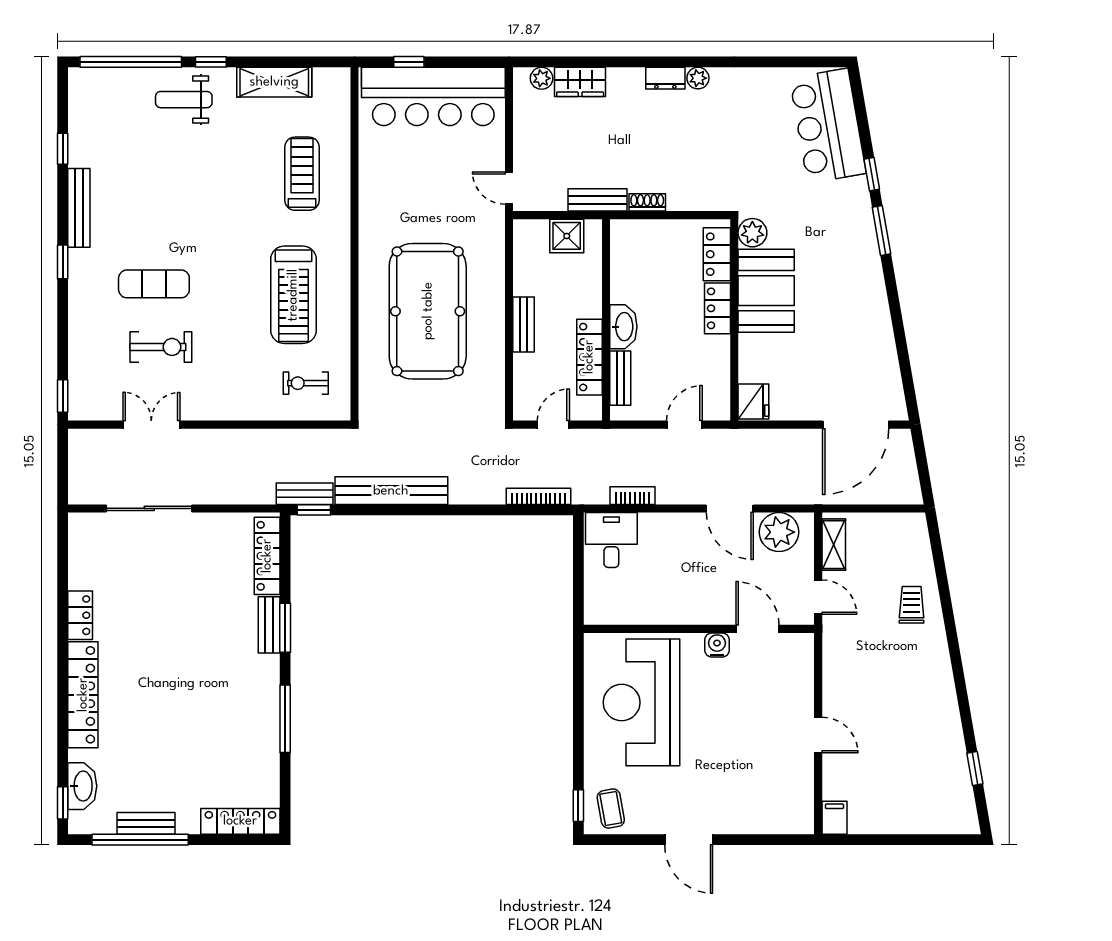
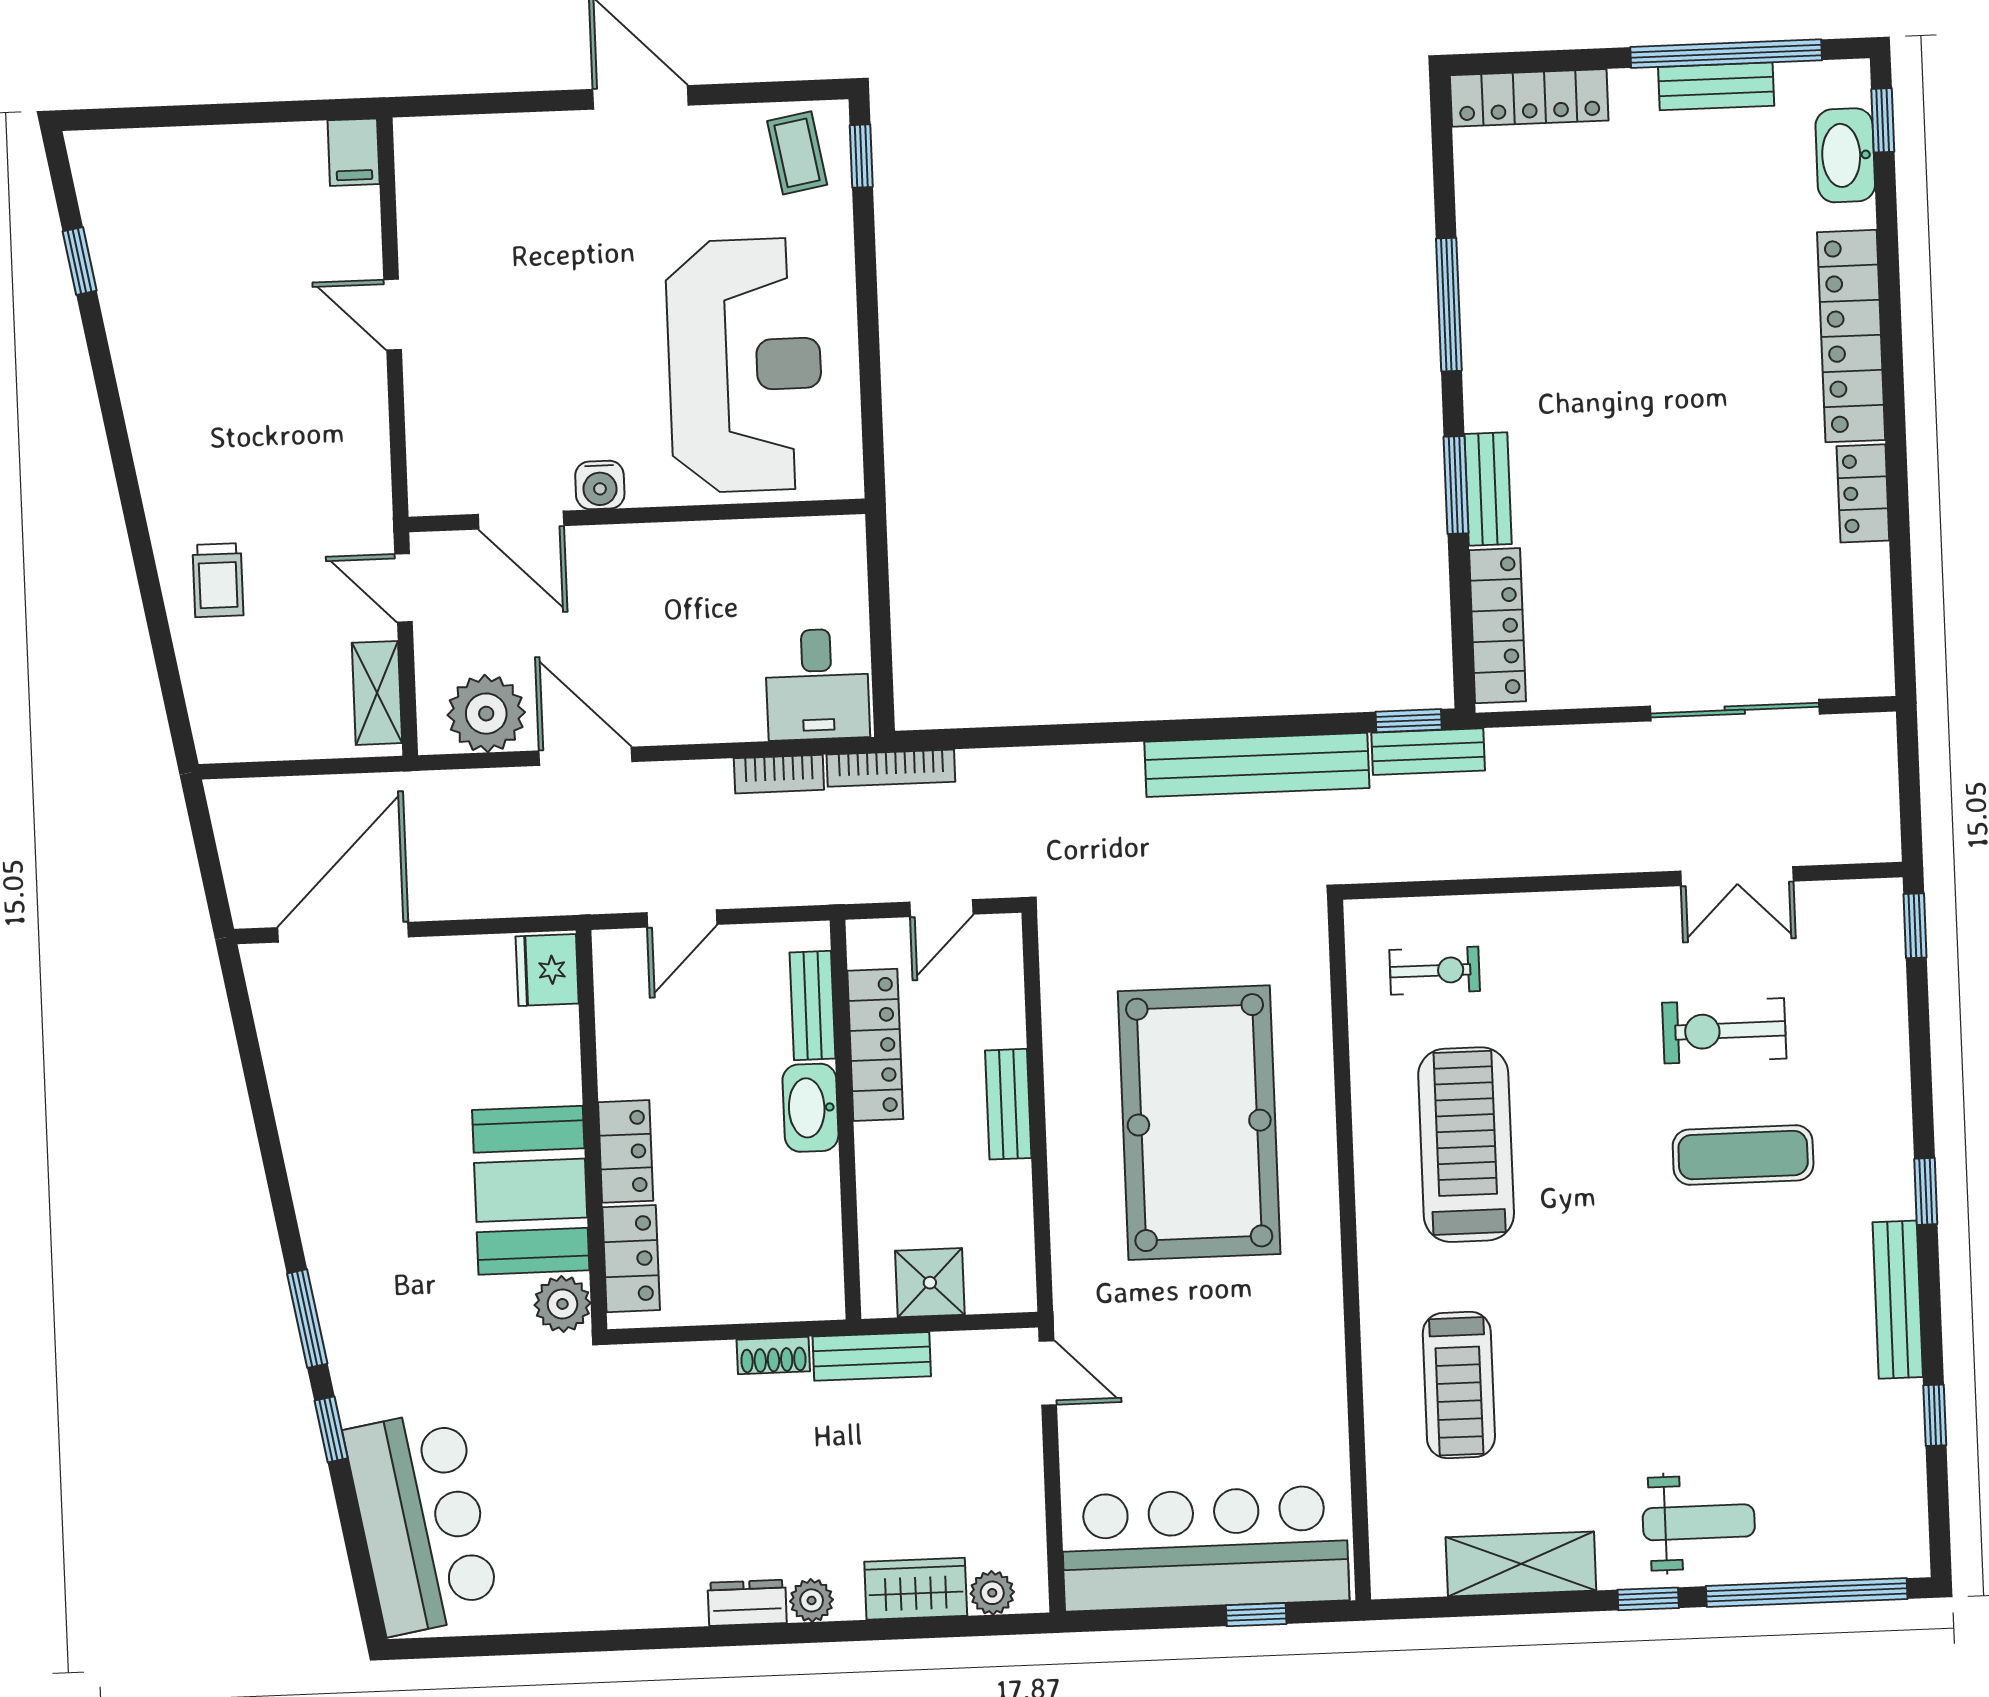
plant: (698, 78) -> (812, 1600), moved
bookcase: (538, 496) -> (891, 768), moved

